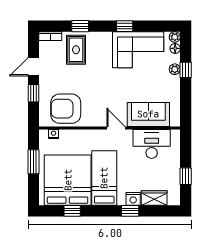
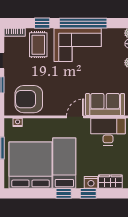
window: (125, 26) -> (83, 23), width x3.17
corner sofa: (138, 50) -> (78, 45), moved
door: (116, 128) -> (75, 117), hinge flipped
window: (72, 211) -> (64, 193), moved

